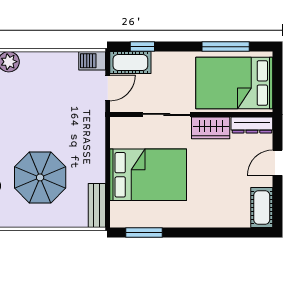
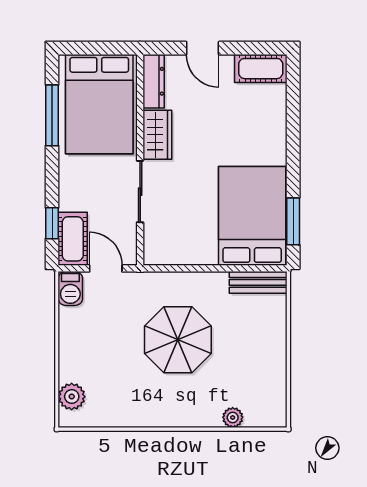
bed: (148, 175) -> (252, 216), moved
parasol: (40, 177) -> (178, 340), moved

